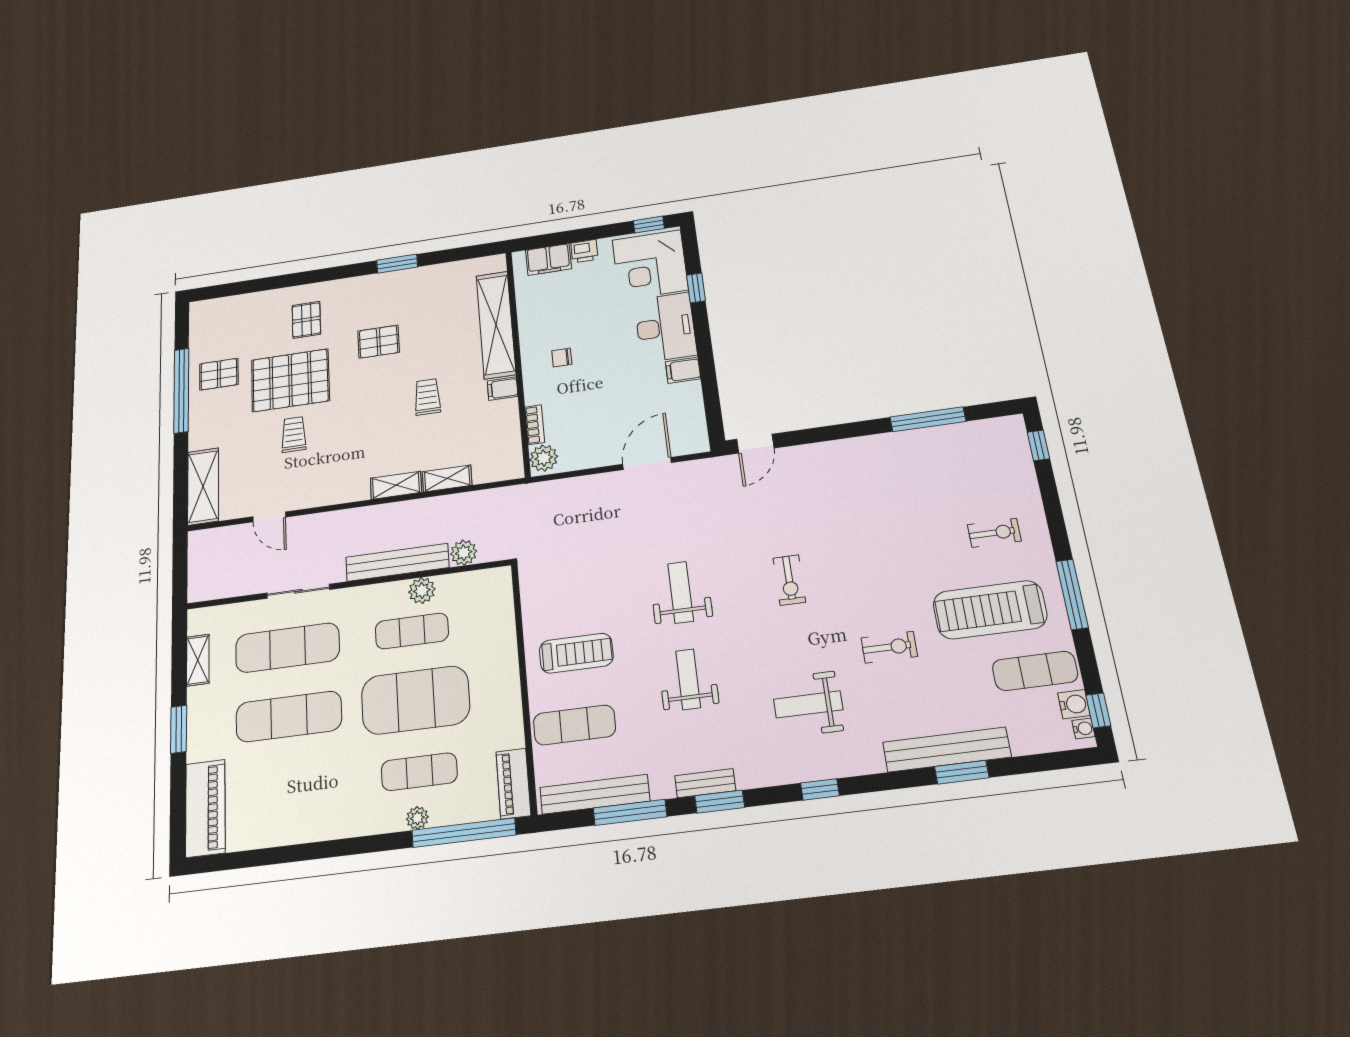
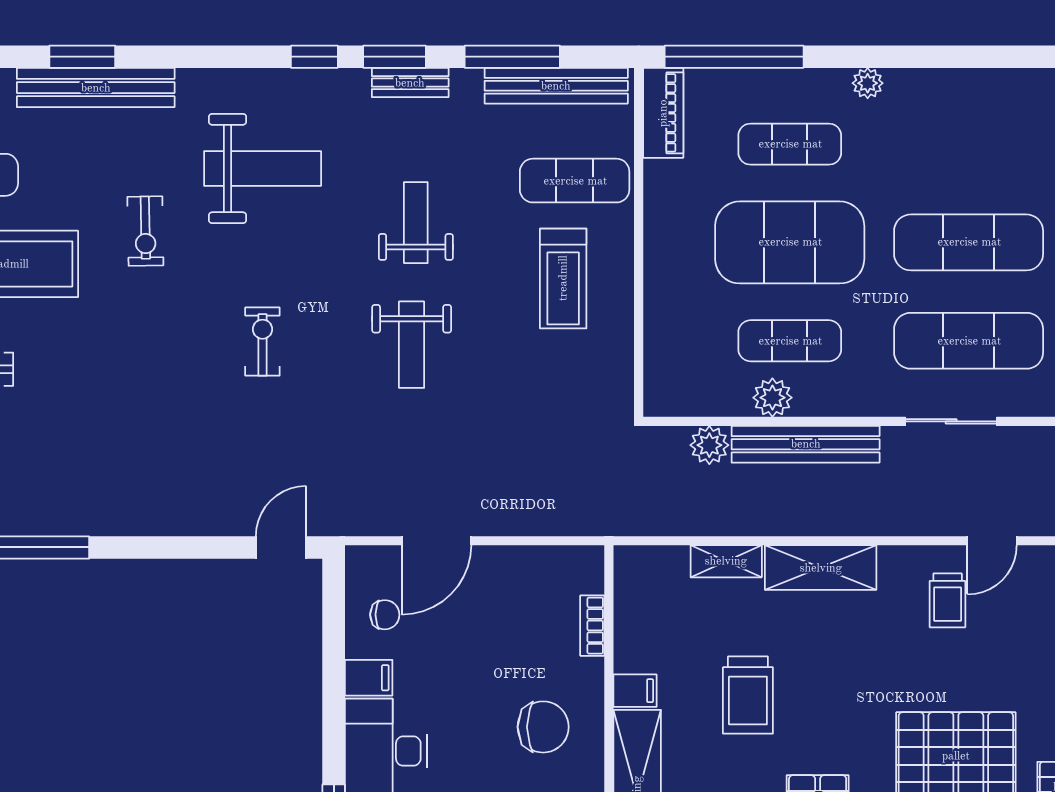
chair: (562, 357) -> (543, 727), width x1.87, depth x1.87
trolley: (427, 397) -> (748, 695), width x1.36, depth x1.39
chair: (677, 411) -> (385, 615), added
trolley: (294, 434) -> (948, 600), moved
plant: (544, 458) -> (583, 572), removed
shelving: (396, 485) -> (821, 568), width x1.50, depth x1.33
door: (269, 517) -> (992, 541), swing flipped
exercise bike: (889, 647) -> (145, 231), turned -91
treadmill: (576, 653) -> (563, 278), turned -90
weight bench: (688, 679) -> (416, 223), turned 180
weight bench: (808, 704) -> (263, 169), width x1.36, depth x1.33
window: (820, 789) -> (314, 57), moved
plant: (417, 818) -> (868, 83), moved

